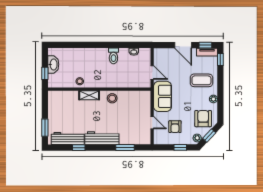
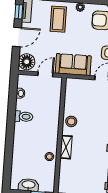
floor lamp: (162, 55) -> (27, 62), added

